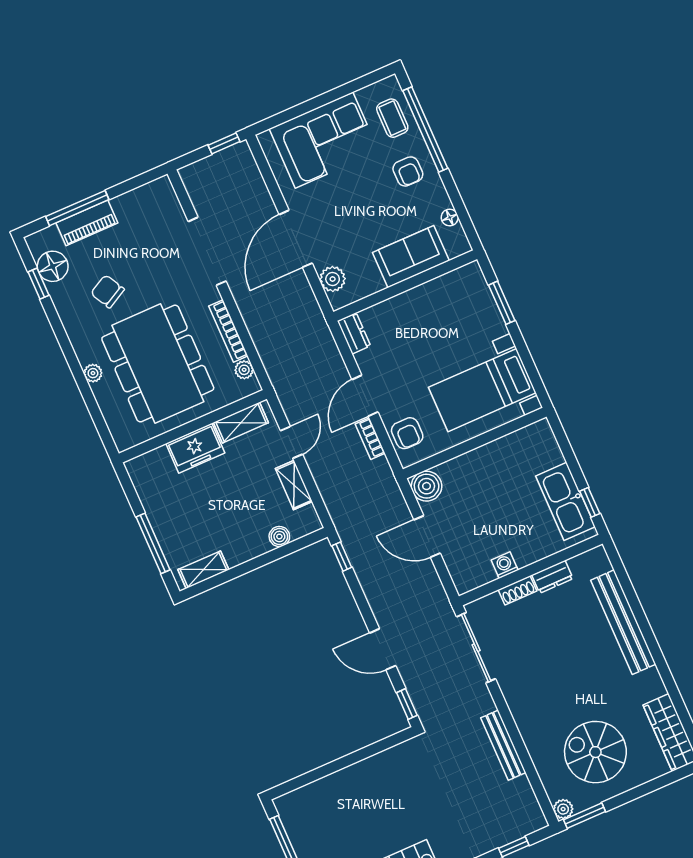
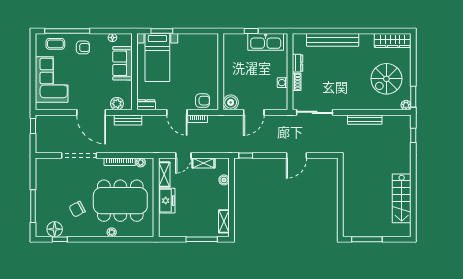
piano: (87, 223) -> (42, 205), removed
bench: (312, 312) -> (128, 120), added
bed with nightstands: (482, 390) -> (157, 57), moved
door: (291, 442) -> (183, 155), swing flipped
window: (590, 502) -> (251, 31), moved
window: (407, 704) -> (326, 155), removed

